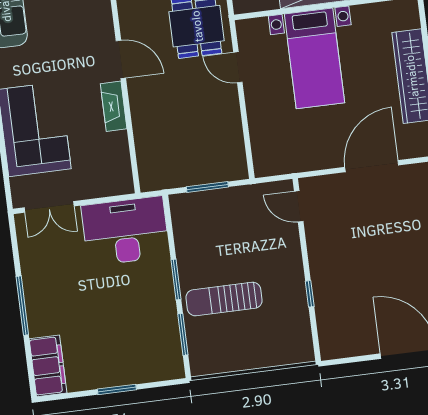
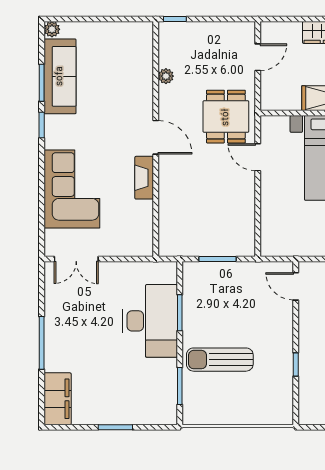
desk: (125, 231) -> (150, 321), moved, turned 90
window: (176, 279) -> (180, 313), moved

